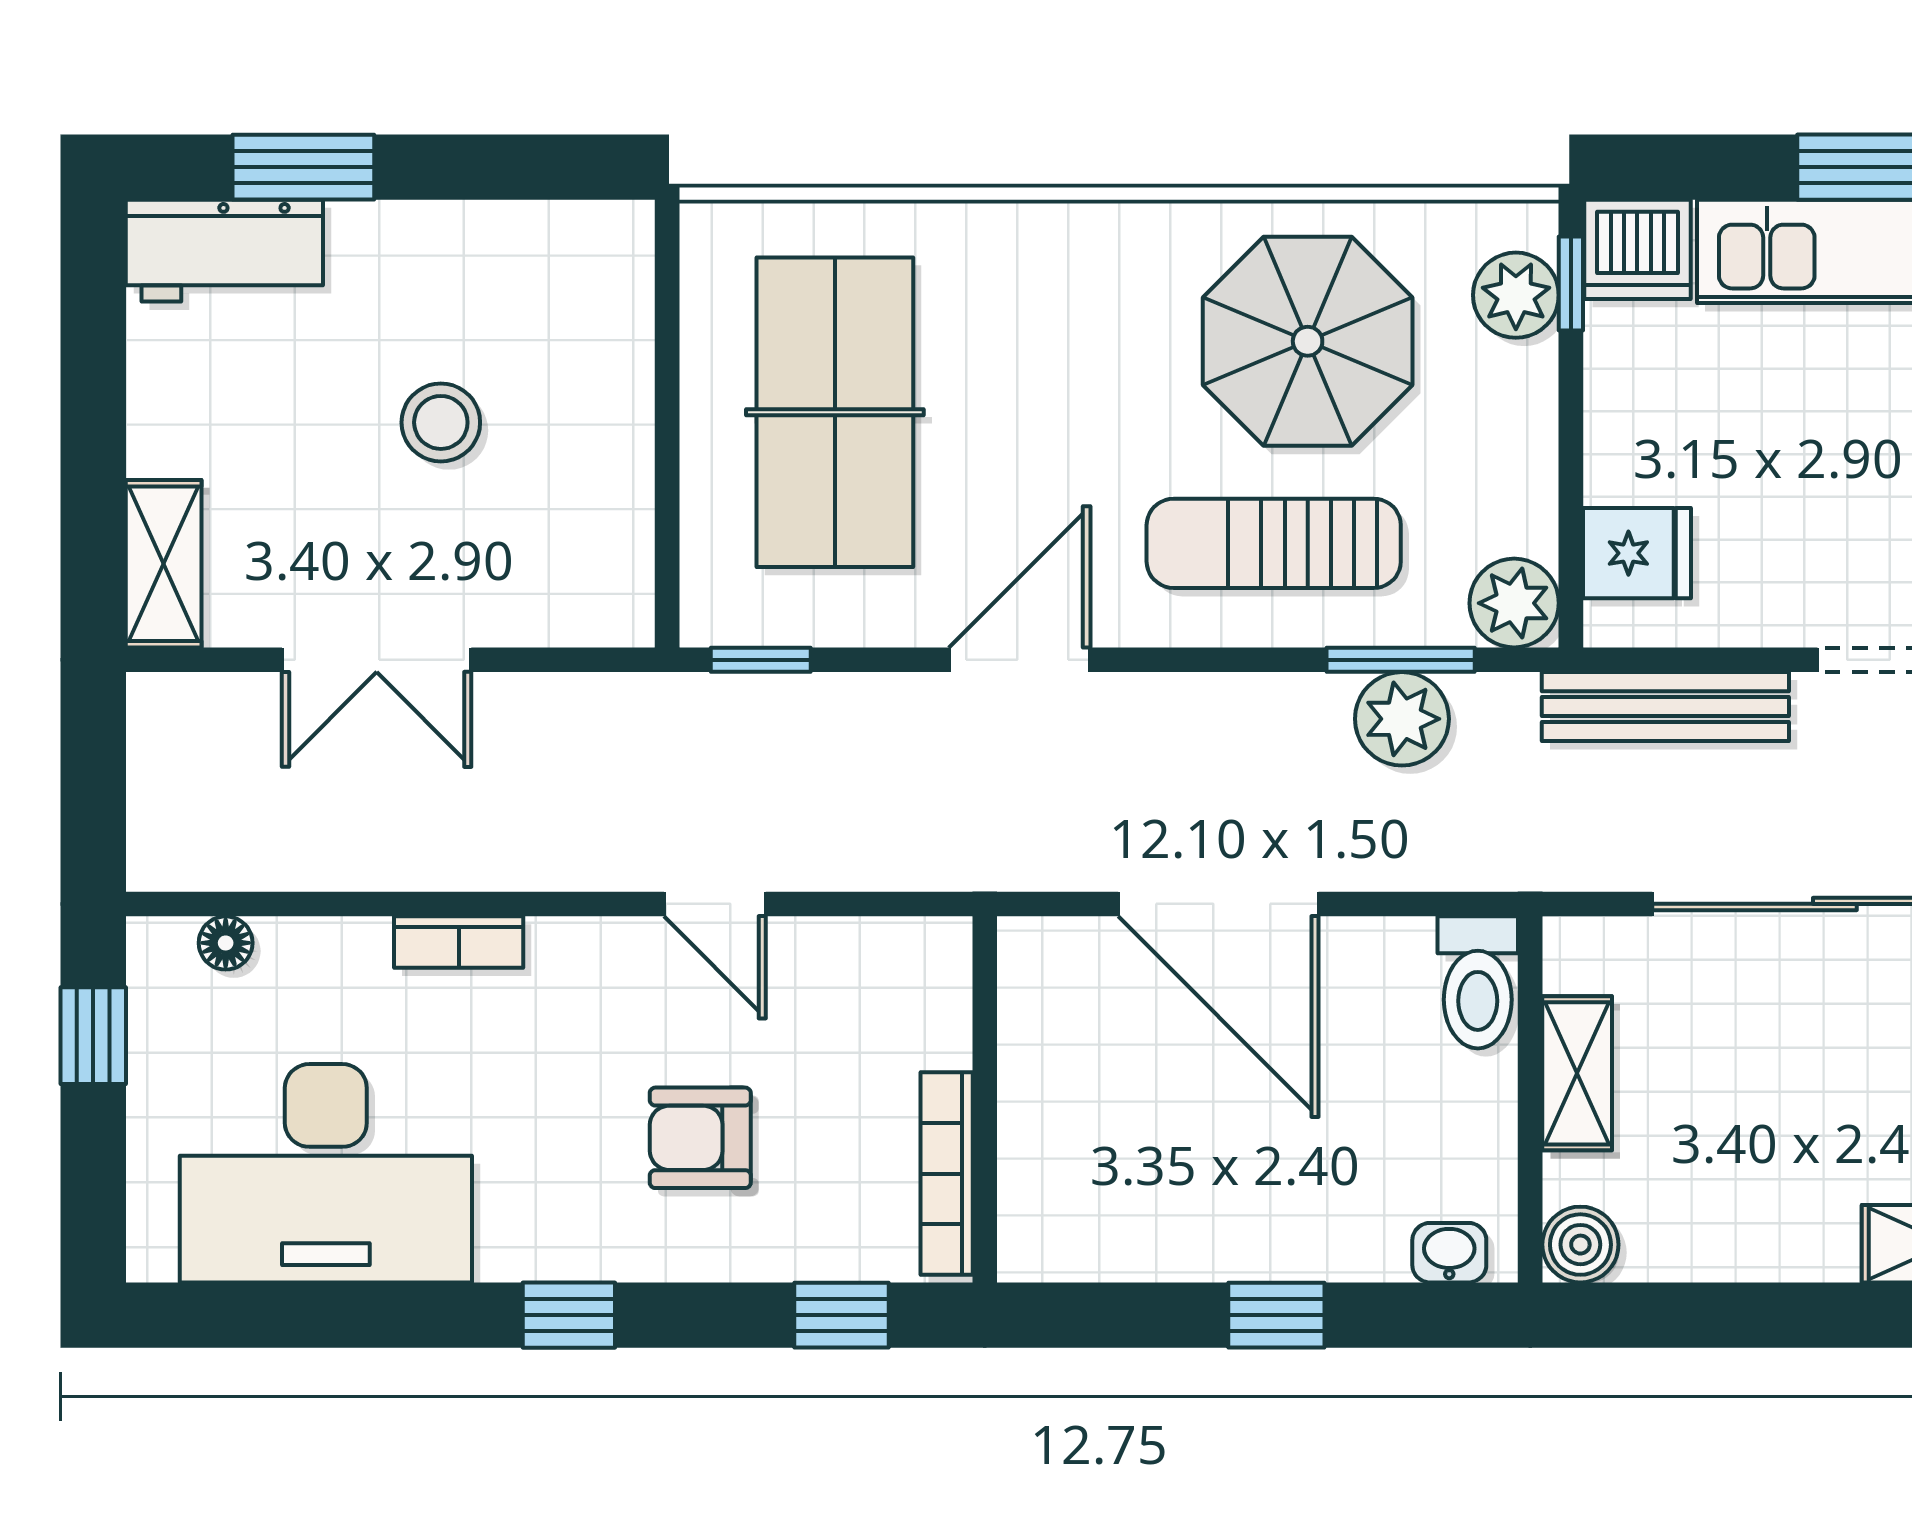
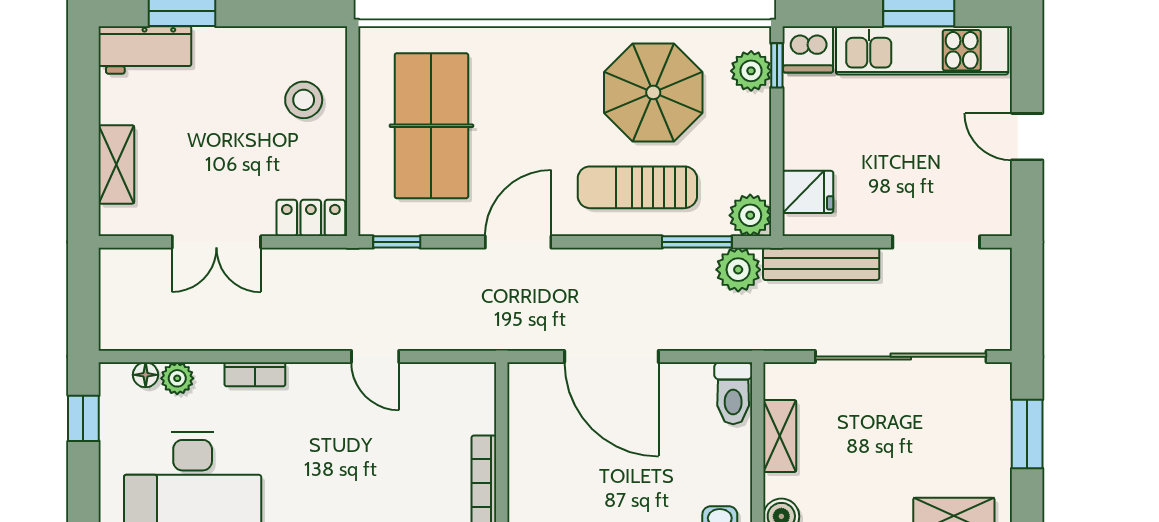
stool: (441, 422) -> (304, 100), moved
shelving: (164, 564) -> (116, 164), moved
locker: (578, 609) -> (311, 218), added
plant: (1402, 719) -> (738, 270), moved
plant: (293, 950) -> (177, 378), added
armchair: (700, 1138) -> (368, 466), removed

